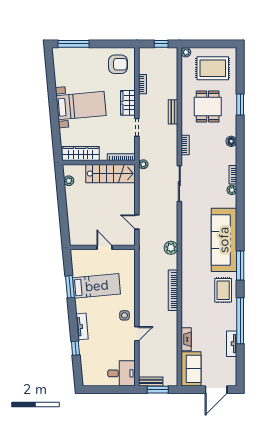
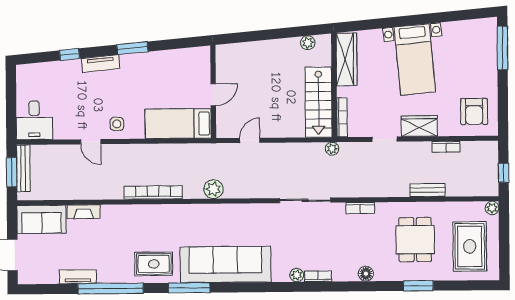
dining table: (208, 106) -> (415, 240), turned 90
bench: (173, 112) -> (427, 190), moved
bed: (97, 286) -> (178, 124), moved, turned 95
window: (70, 287) -> (132, 48), moved
bench: (151, 381) -> (23, 168), width x1.36

